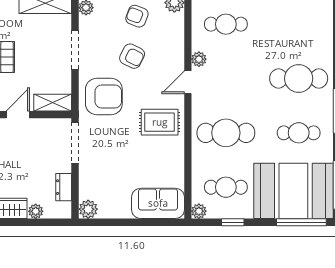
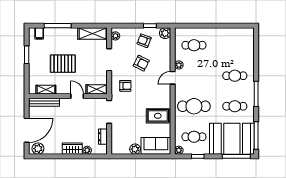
cafe table: (299, 78) -> (235, 76), width x0.73, depth x0.74
armchair: (104, 96) -> (125, 86), width x0.53, depth x0.53
door: (18, 115) -> (77, 96), hinge flipped
rug: (160, 122) -> (158, 116), moved
plant: (88, 209) -> (135, 149), moved

